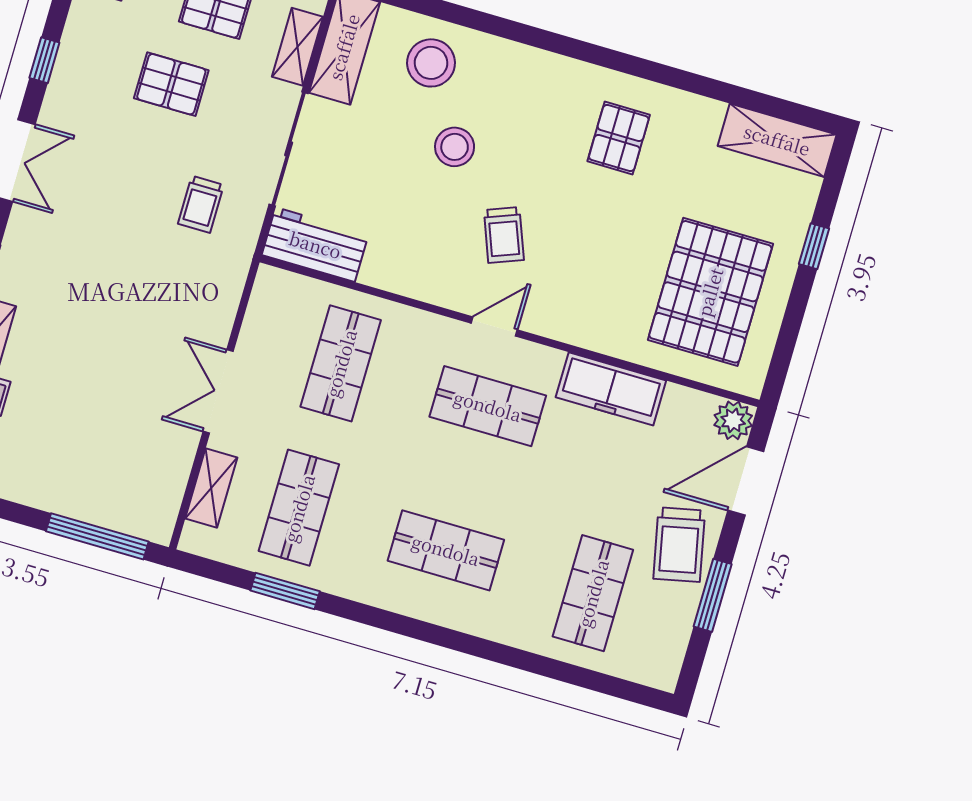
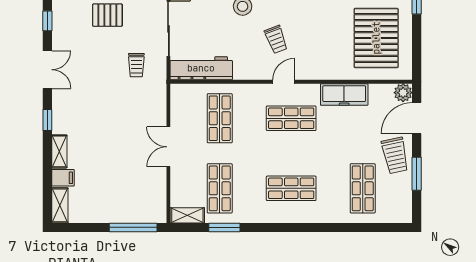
workbench: (315, 245) -> (201, 68), width x1.38
shelving: (211, 488) -> (187, 215), moved, turned 90

